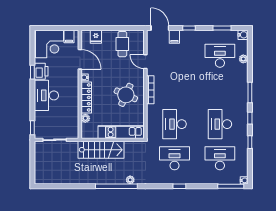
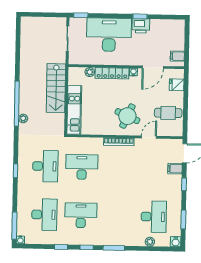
corner desk: (49, 44) -> (170, 35), removed
desk: (46, 95) -> (109, 35), width x1.36, depth x1.30
round table: (126, 95) -> (127, 116), moved

